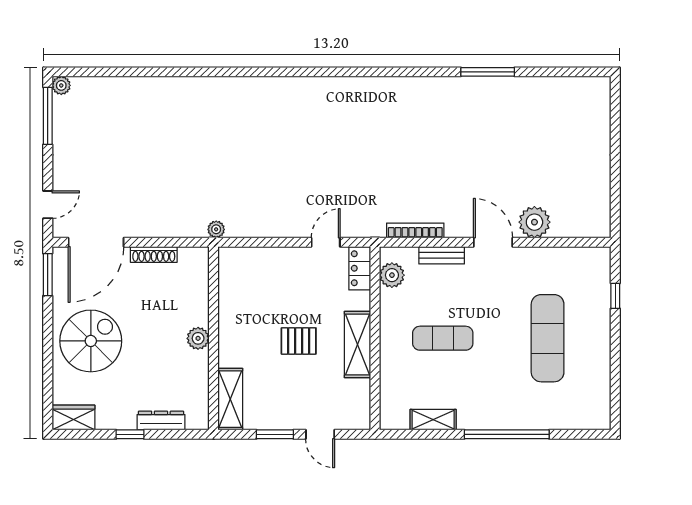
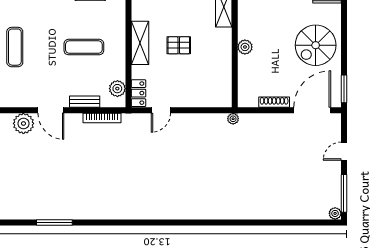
door: (48, 205) -> (344, 151), moved
exercise mat: (548, 338) -> (15, 47), width x0.73, depth x0.69

